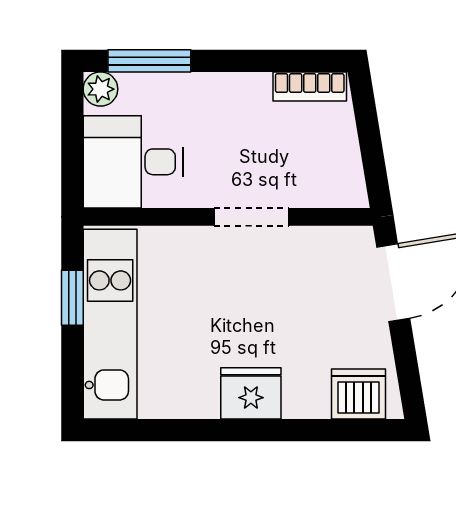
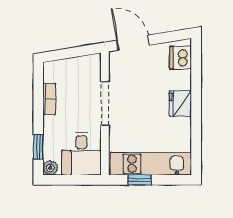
window: (149, 61) -> (38, 147), width x0.67
bookcase: (310, 86) -> (49, 99), moved
doorway: (251, 217) -> (105, 103), width x1.38

